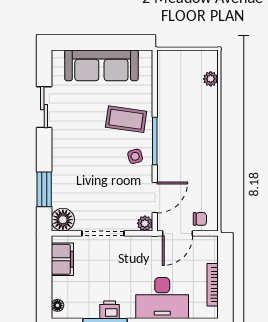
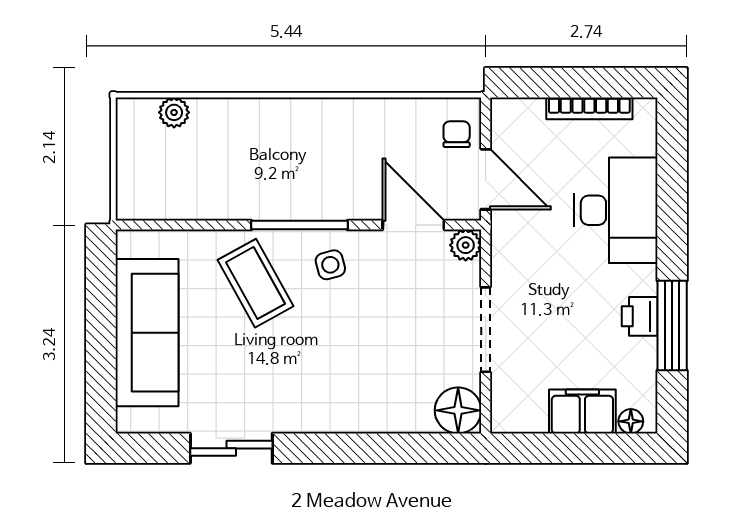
coffee table: (126, 119) -> (256, 283), turned -37
window: (44, 189) -> (397, 448), removed
filing cabinet: (62, 259) -> (582, 411), moved

